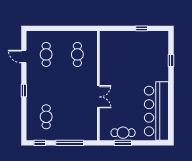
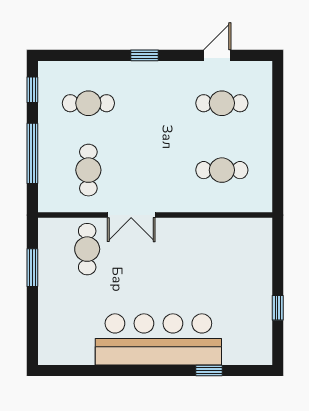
bar counter: (156, 111) -> (158, 339), moved
cafe table: (77, 117) -> (88, 170), added
cafe table: (123, 133) -> (87, 249), moved

